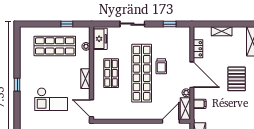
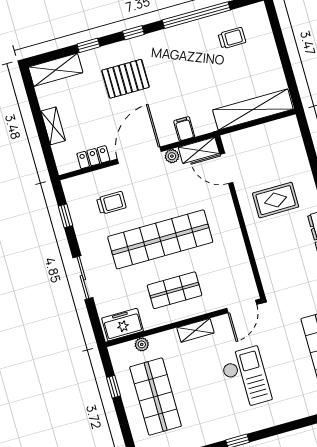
trolley: (161, 66) -> (111, 203), moved

